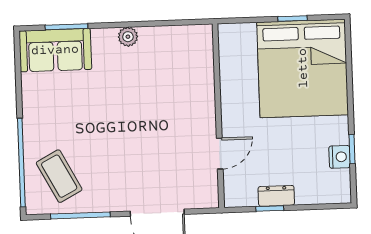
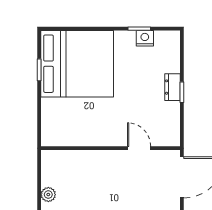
wall: (218, 116) -> (110, 148), moved
door: (220, 154) -> (139, 148), moved

